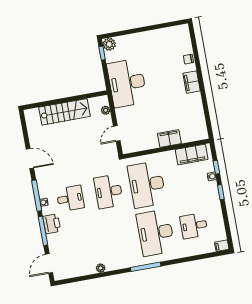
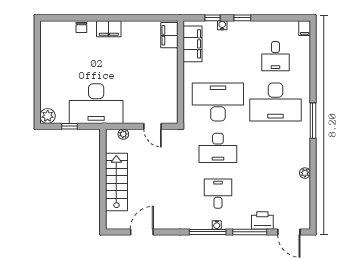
window: (102, 53) -> (69, 126), moved
filing cabinet: (169, 138) -> (169, 35), moved
door: (30, 159) -> (142, 232), moved
desk: (147, 185) -> (218, 102), turned 180
printer: (52, 224) -> (262, 220), moved

